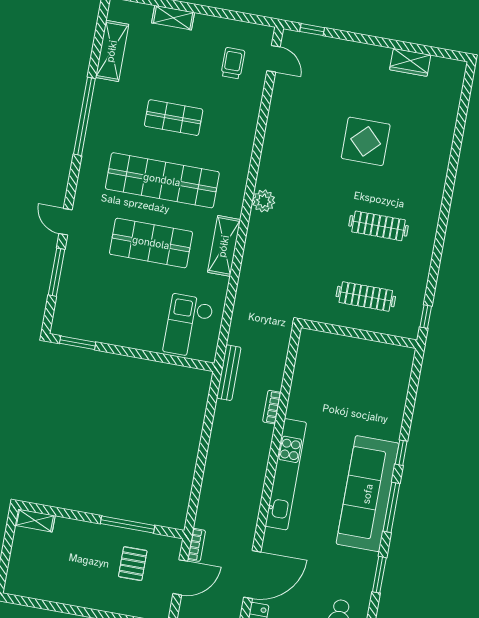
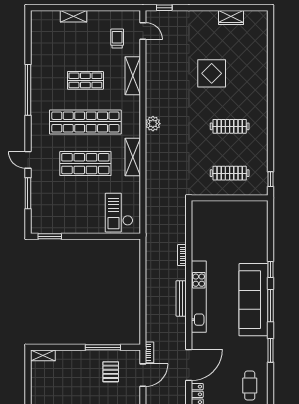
shelving: (112, 51) -> (133, 76), moved
bench: (229, 373) -> (181, 298), moved

